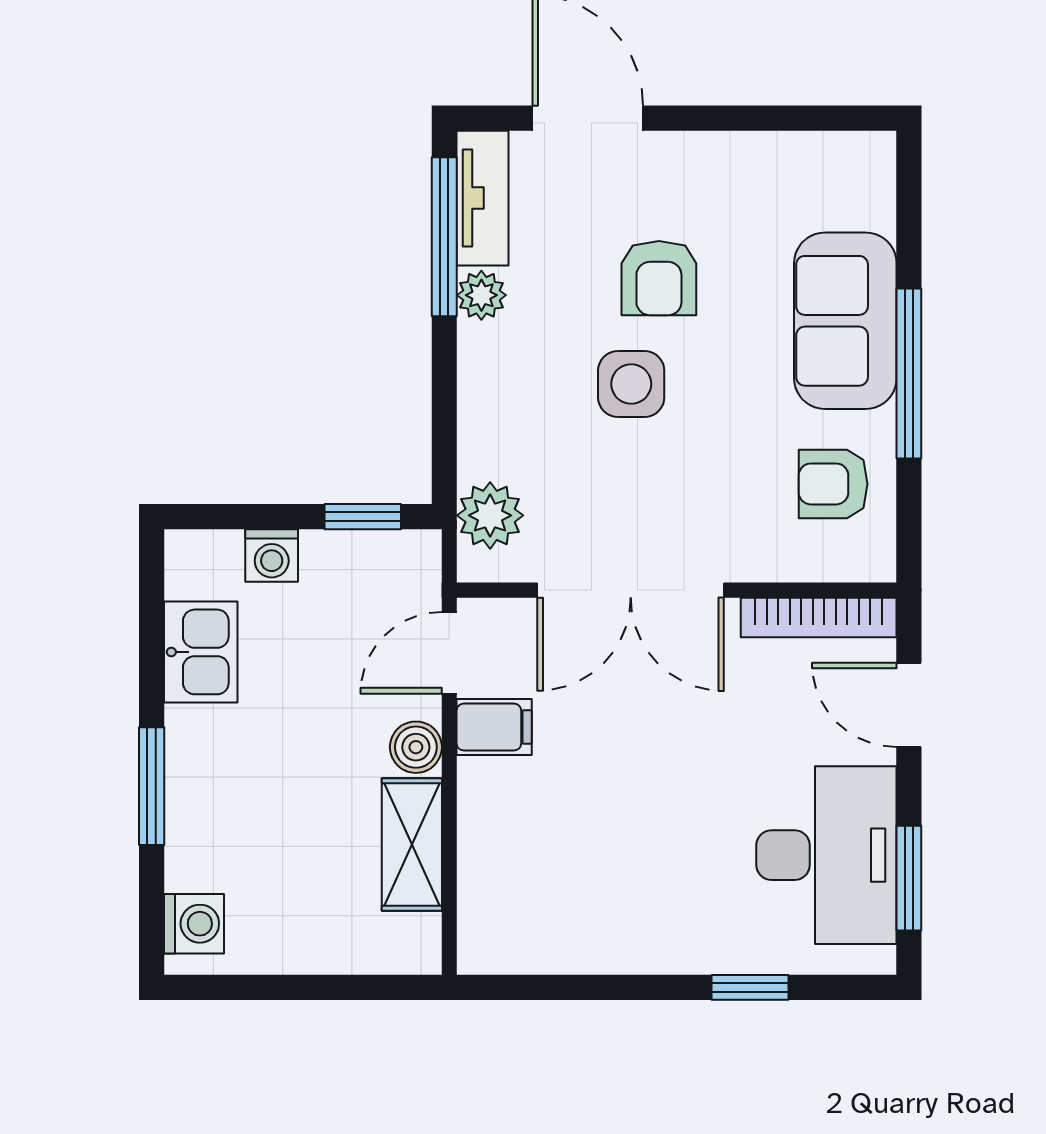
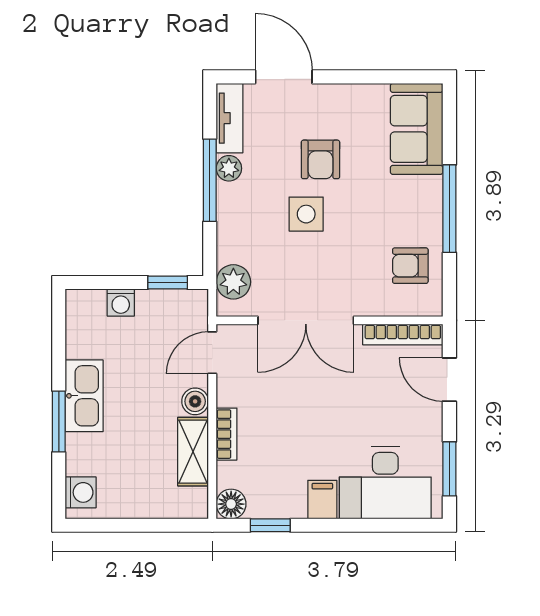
window: (444, 237) -> (210, 180), moved
sofa: (845, 321) -> (417, 129), moved
kitchen sink: (201, 652) -> (84, 396), moved, width x1.38
filing cabinet: (494, 727) -> (322, 500), moved, turned -90
bookcase: (477, 811) -> (227, 434), added
desk: (826, 855) -> (385, 483), moved, turned 90
floor lamp: (486, 946) -> (231, 504), added
window: (750, 987) -> (270, 525), moved

